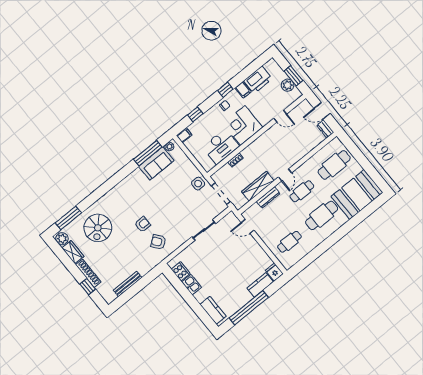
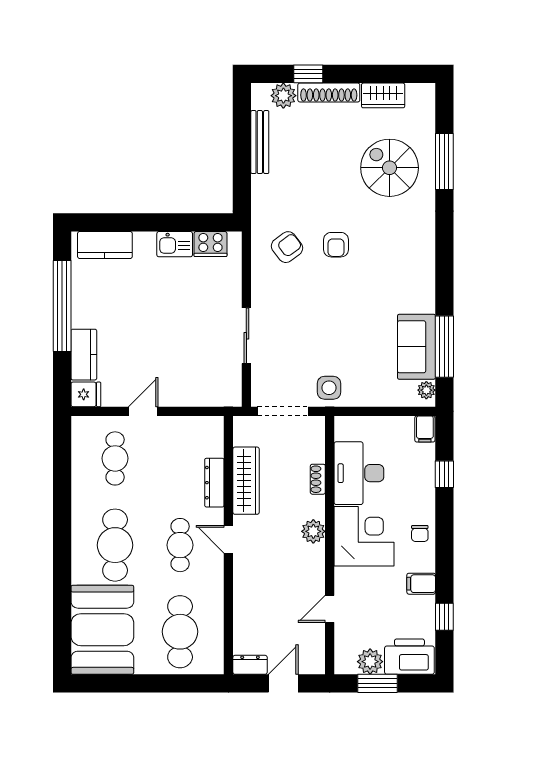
printer: (258, 80) -> (409, 657), moved, turned 90
window: (225, 90) -> (444, 617), moved
plant: (256, 146) -> (313, 531), added
window: (68, 218) -> (444, 161), moved
door: (248, 226) -> (143, 411), moved
plant: (62, 239) -> (283, 96), moved

